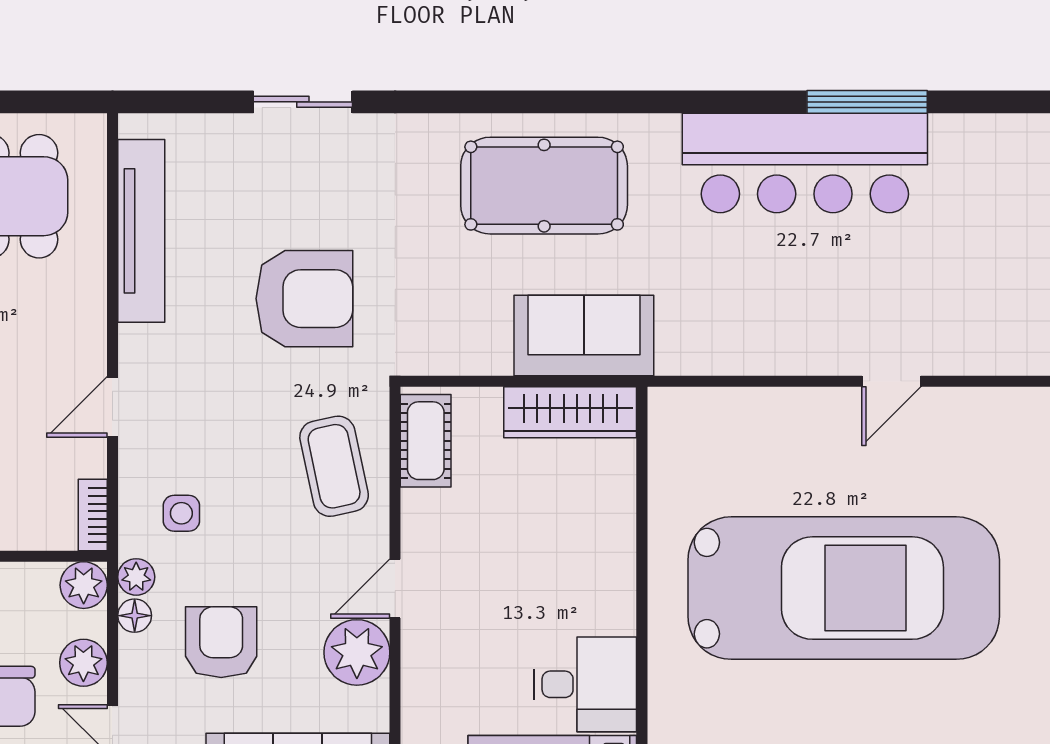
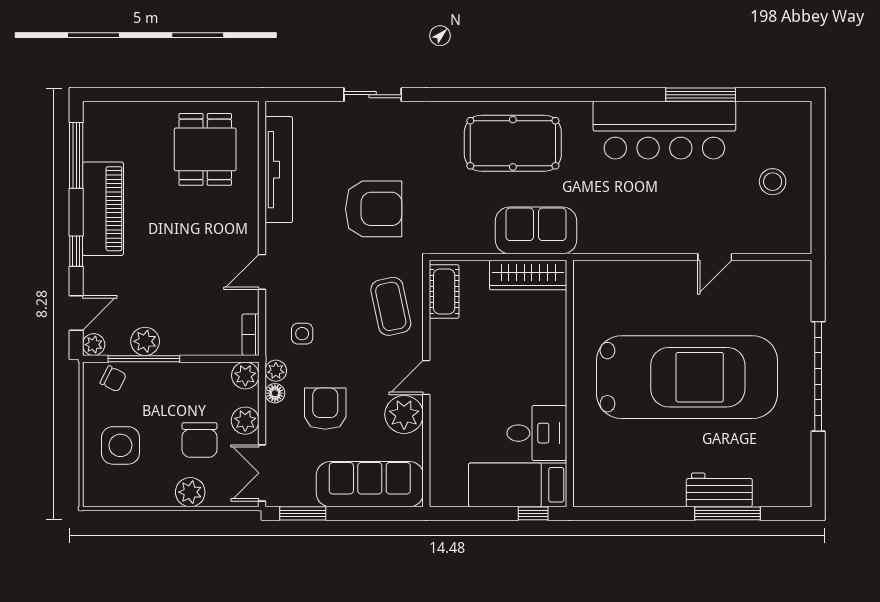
stool: (991, 252) -> (773, 182), added

